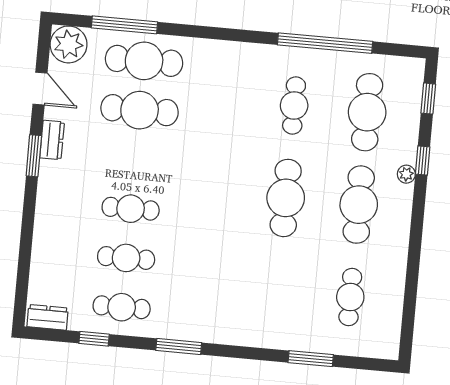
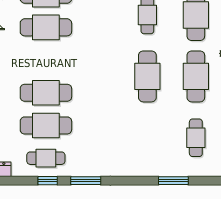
cafe table: (131, 209) -> (46, 93), width x1.37, depth x1.35
cafe table: (126, 258) -> (46, 125), width x1.37, depth x1.35
window: (94, 339) -> (48, 181), moved

